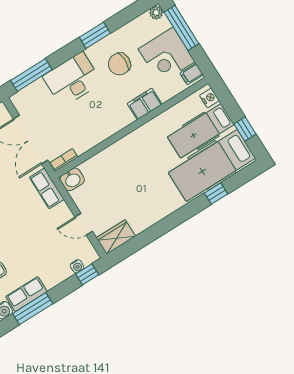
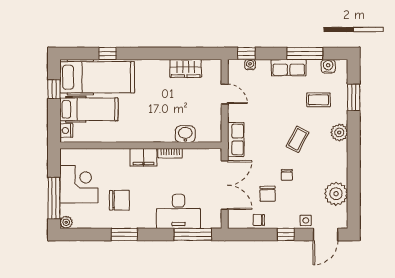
filing cabinet: (192, 74) -> (69, 158), removed
desk: (72, 79) -> (178, 211), moved
filing cabinet: (145, 104) -> (143, 157), moved
bookcase: (64, 160) -> (170, 153), moved
washbasin: (72, 179) -> (185, 134), moved
wardrobe: (116, 237) -> (186, 68), moved
row of seats: (26, 294) -> (289, 68), moved

